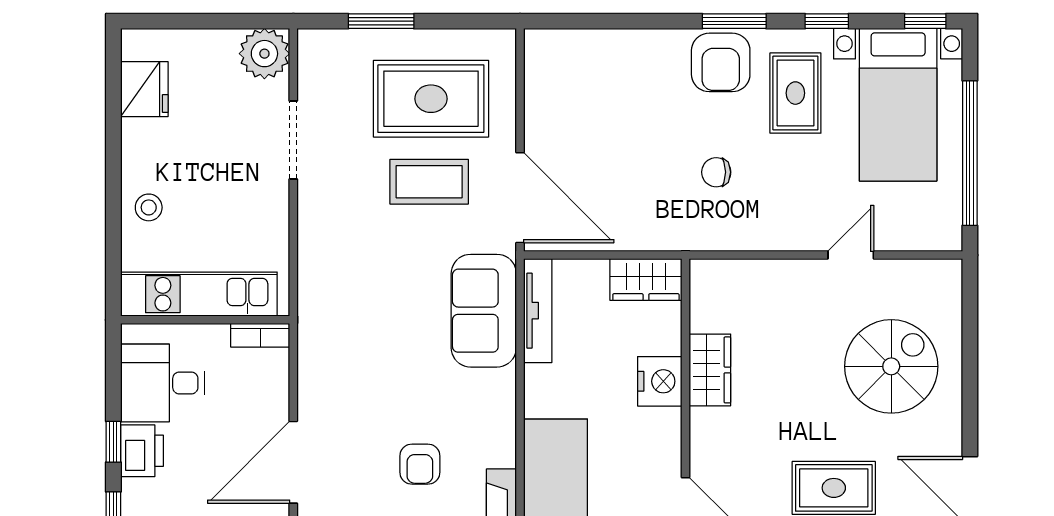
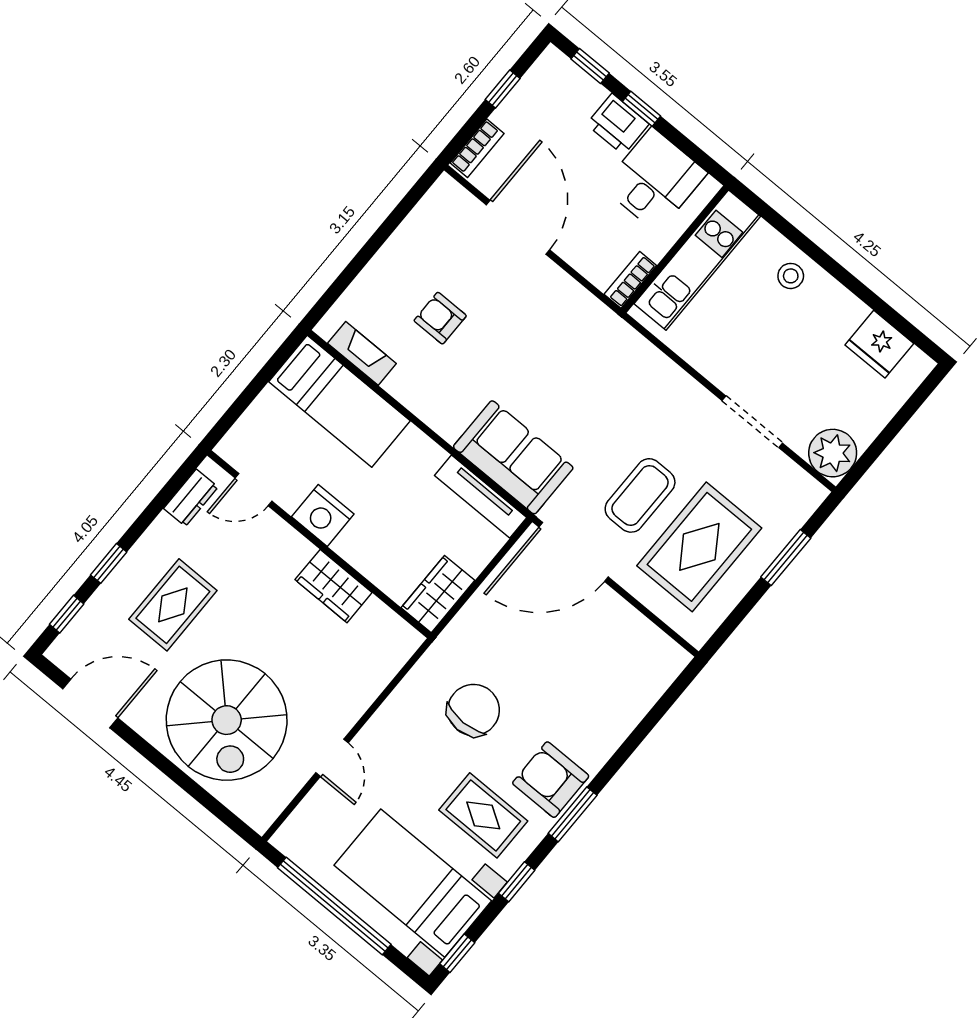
chair: (716, 172) -> (474, 710), width x1.87, depth x1.87
spiral stairs: (891, 366) -> (227, 720), width x1.37, depth x1.37
nightstand: (660, 381) -> (323, 515), moved

